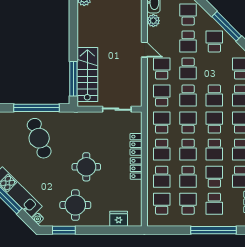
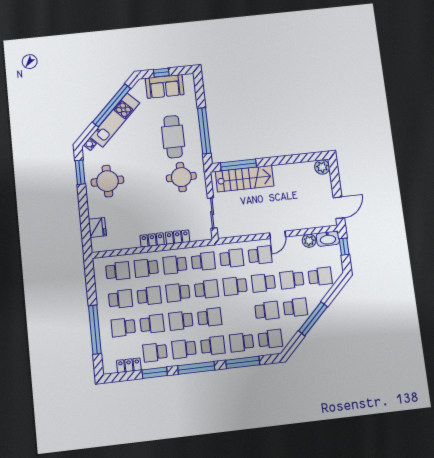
school desk: (214, 96) -> (267, 311), moved, turned 180
cafe table: (39, 138) -> (173, 137), turned -70
round table: (86, 167) -> (181, 177), moved
school desk: (188, 177) -> (149, 296), turned 180

